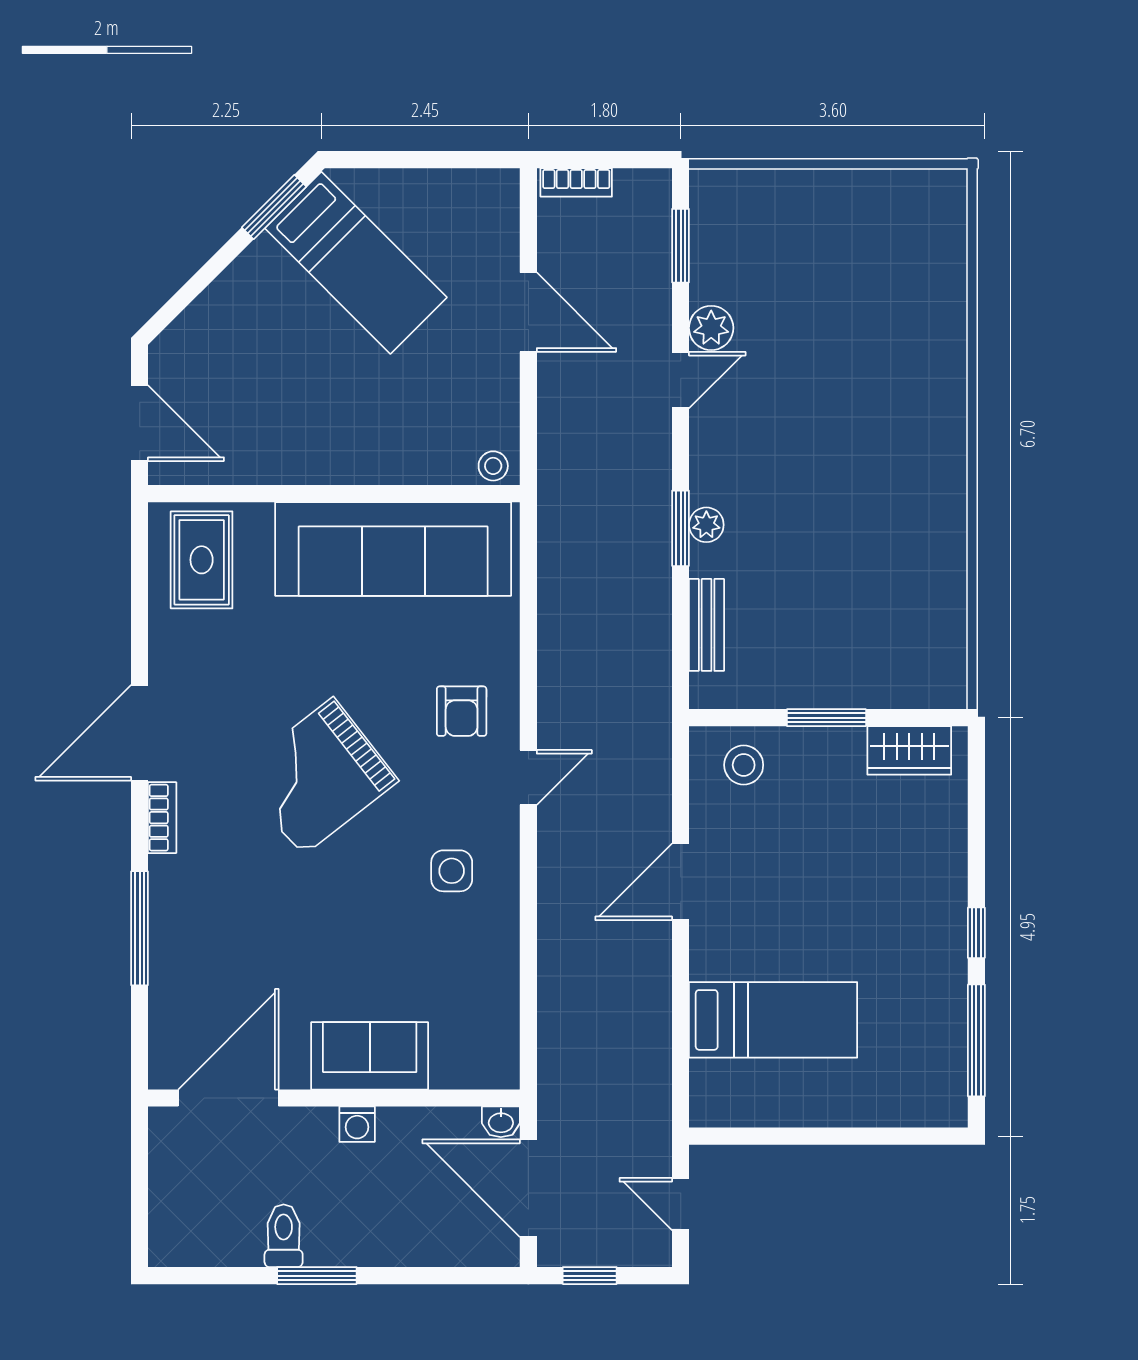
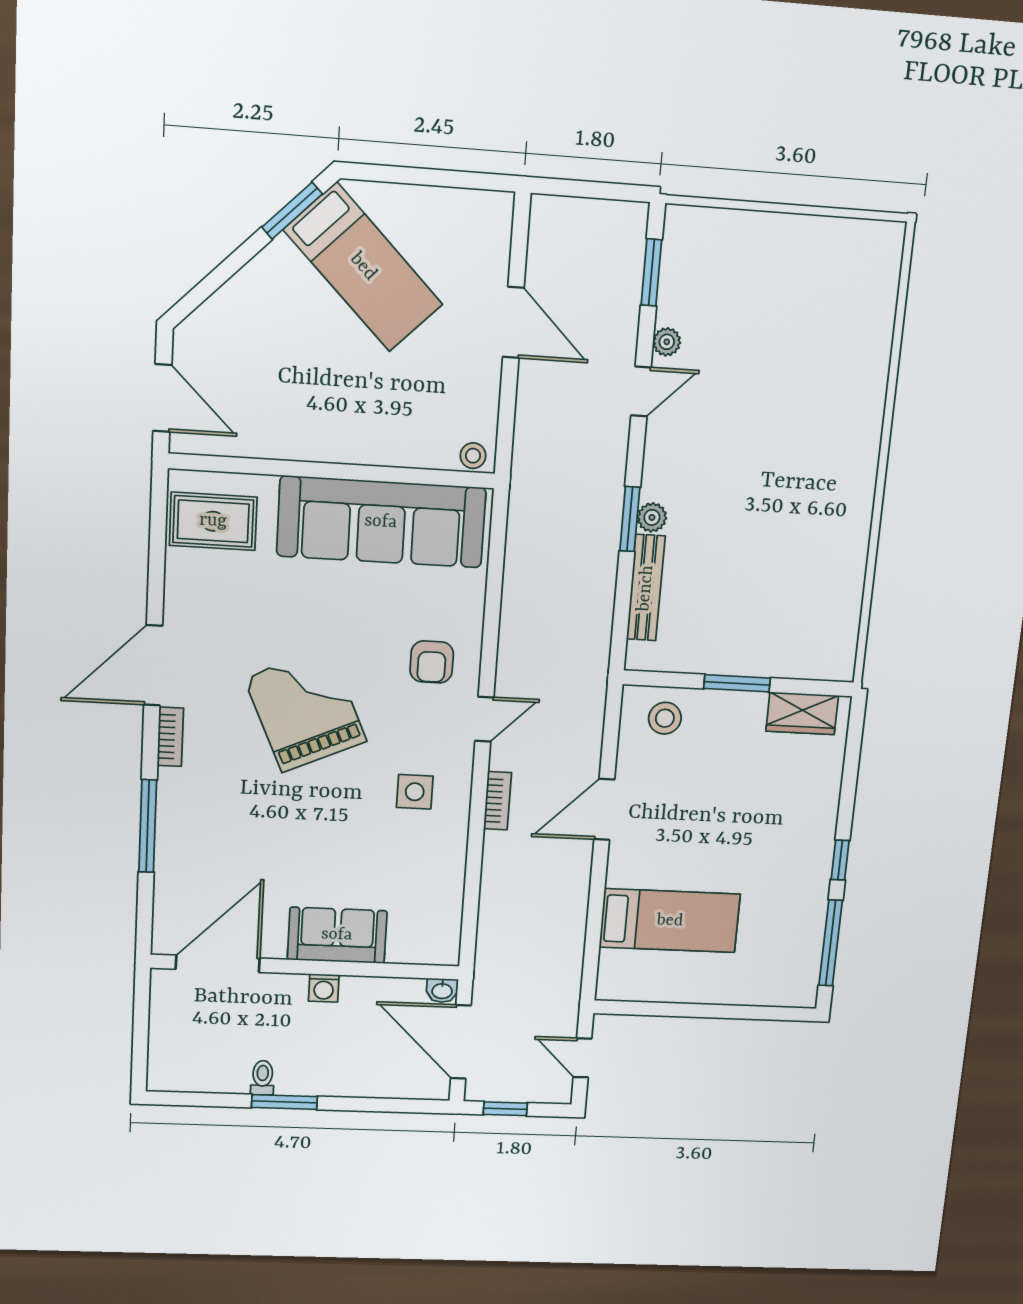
bookcase: (576, 182) -> (497, 801), moved, turned -90
plant: (711, 328) -> (667, 342), width x0.73, depth x0.73
rug: (202, 560) -> (213, 521), turned 90
bench: (707, 625) -> (646, 588), width x1.36
grand piano: (318, 777) -> (306, 710), turned 104
toilet: (284, 1236) -> (263, 1078), width x0.73, depth x0.72

